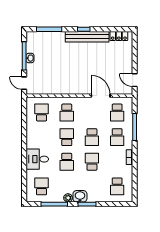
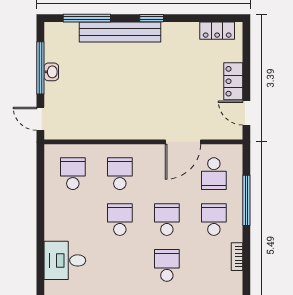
bench: (87, 37) -> (120, 32), moved
locker: (127, 63) -> (233, 81), added
door: (101, 96) -> (183, 142), swing flipped
school desk: (67, 113) -> (120, 174), turned 180
school desk: (92, 137) -> (167, 220), turned 180
school desk: (117, 137) -> (214, 220), turned 180
school desk: (67, 162) -> (120, 265), removed

